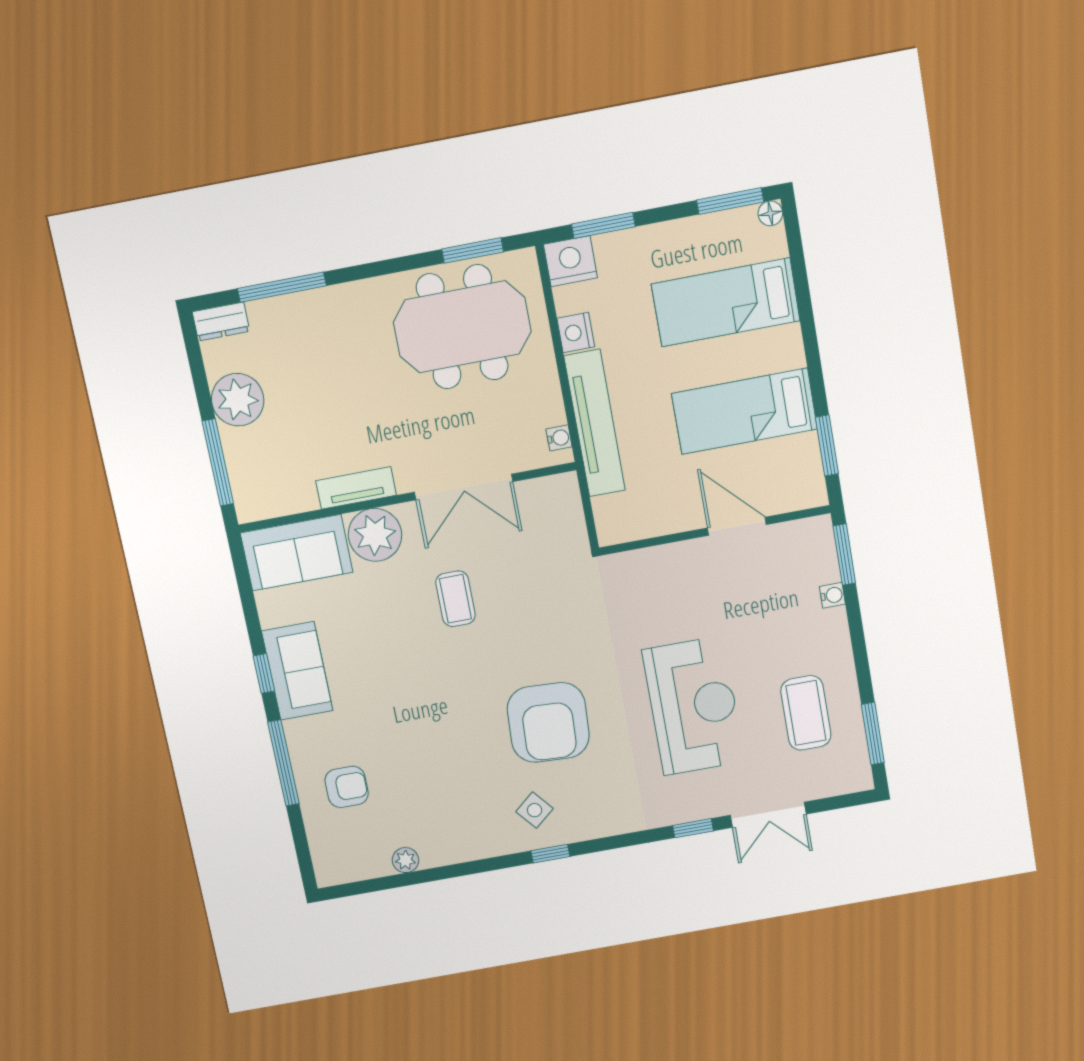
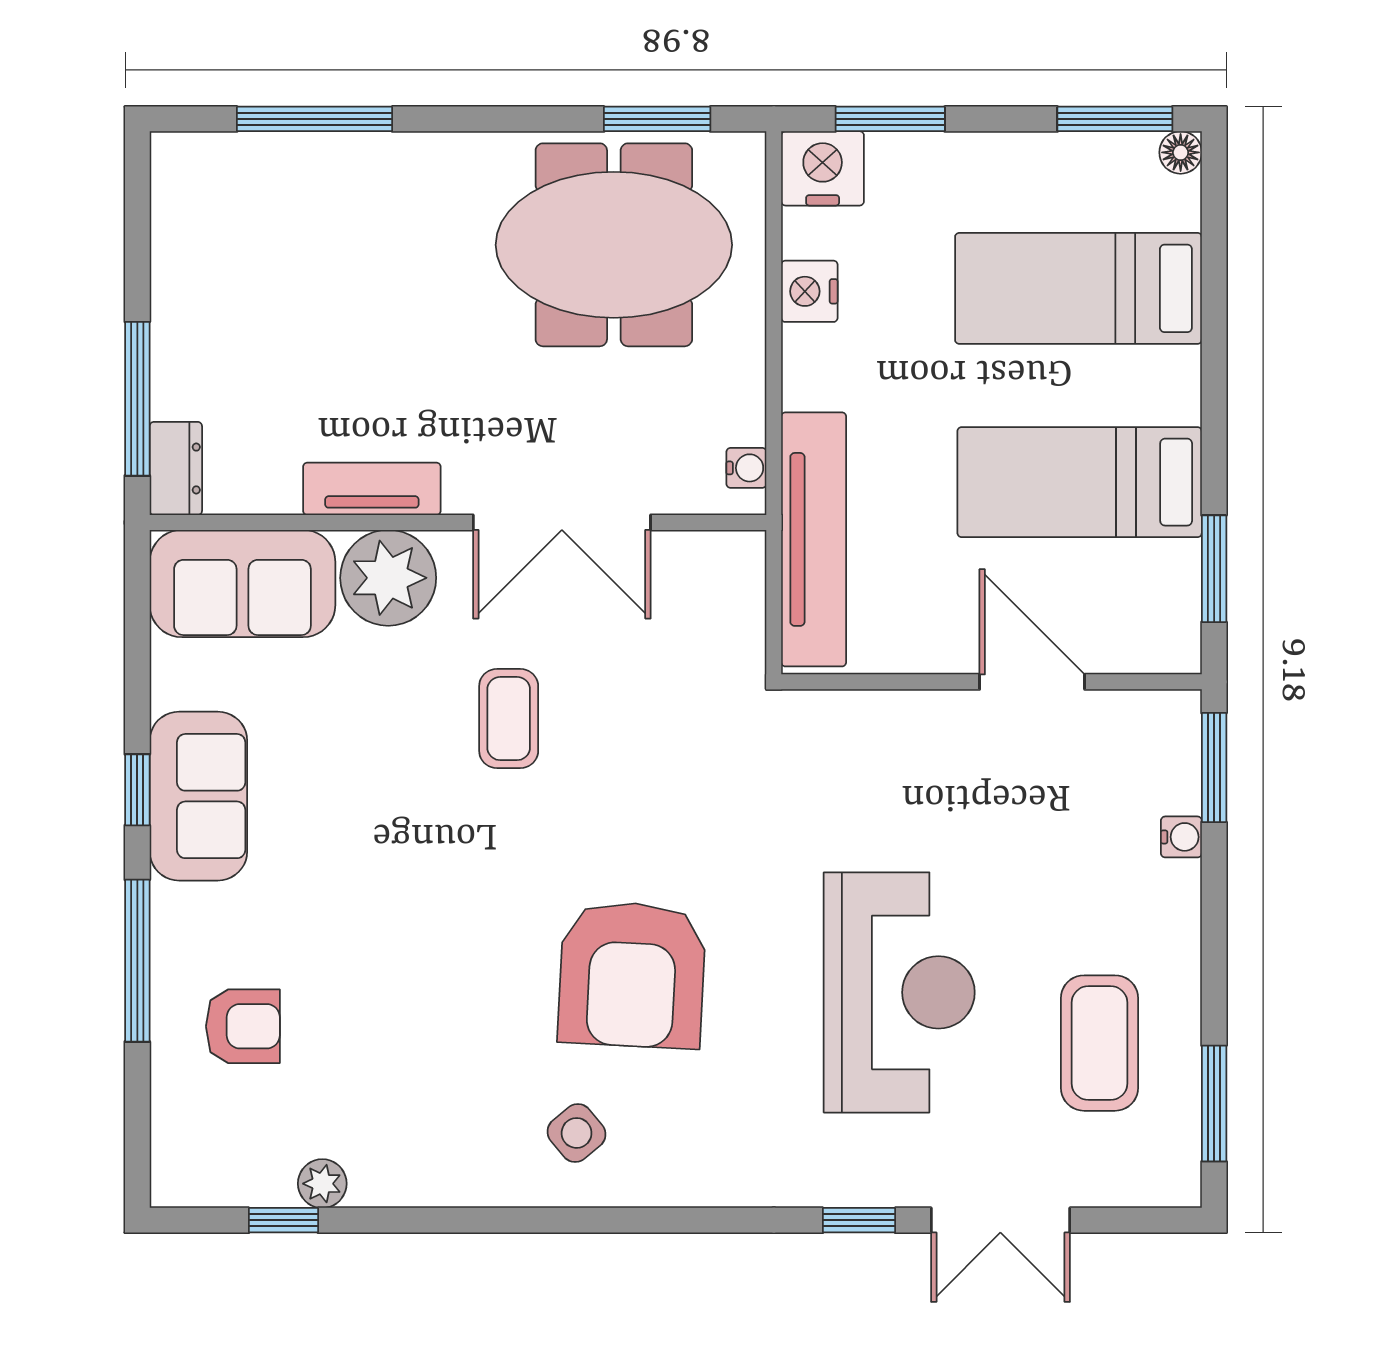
dresser: (221, 322) -> (176, 468), moved, turned -90
plant: (238, 400) -> (196, 296), removed
tv unit: (595, 423) -> (814, 539), moved
window: (550, 854) -> (283, 1220), moved

